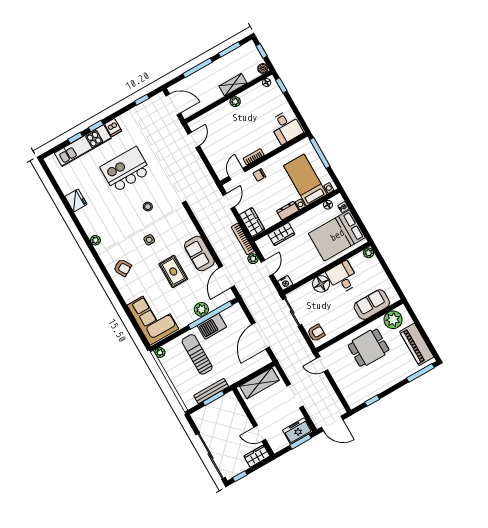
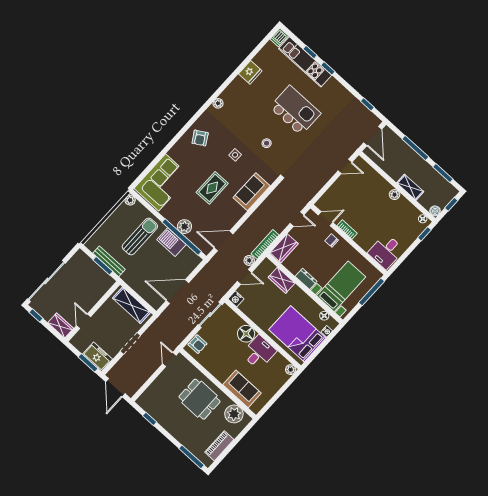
dishwasher: (113, 128) -> (279, 38), moved
sofa: (199, 254) -> (252, 192), moved
piano: (417, 344) -> (219, 446), width x0.73, depth x0.75

